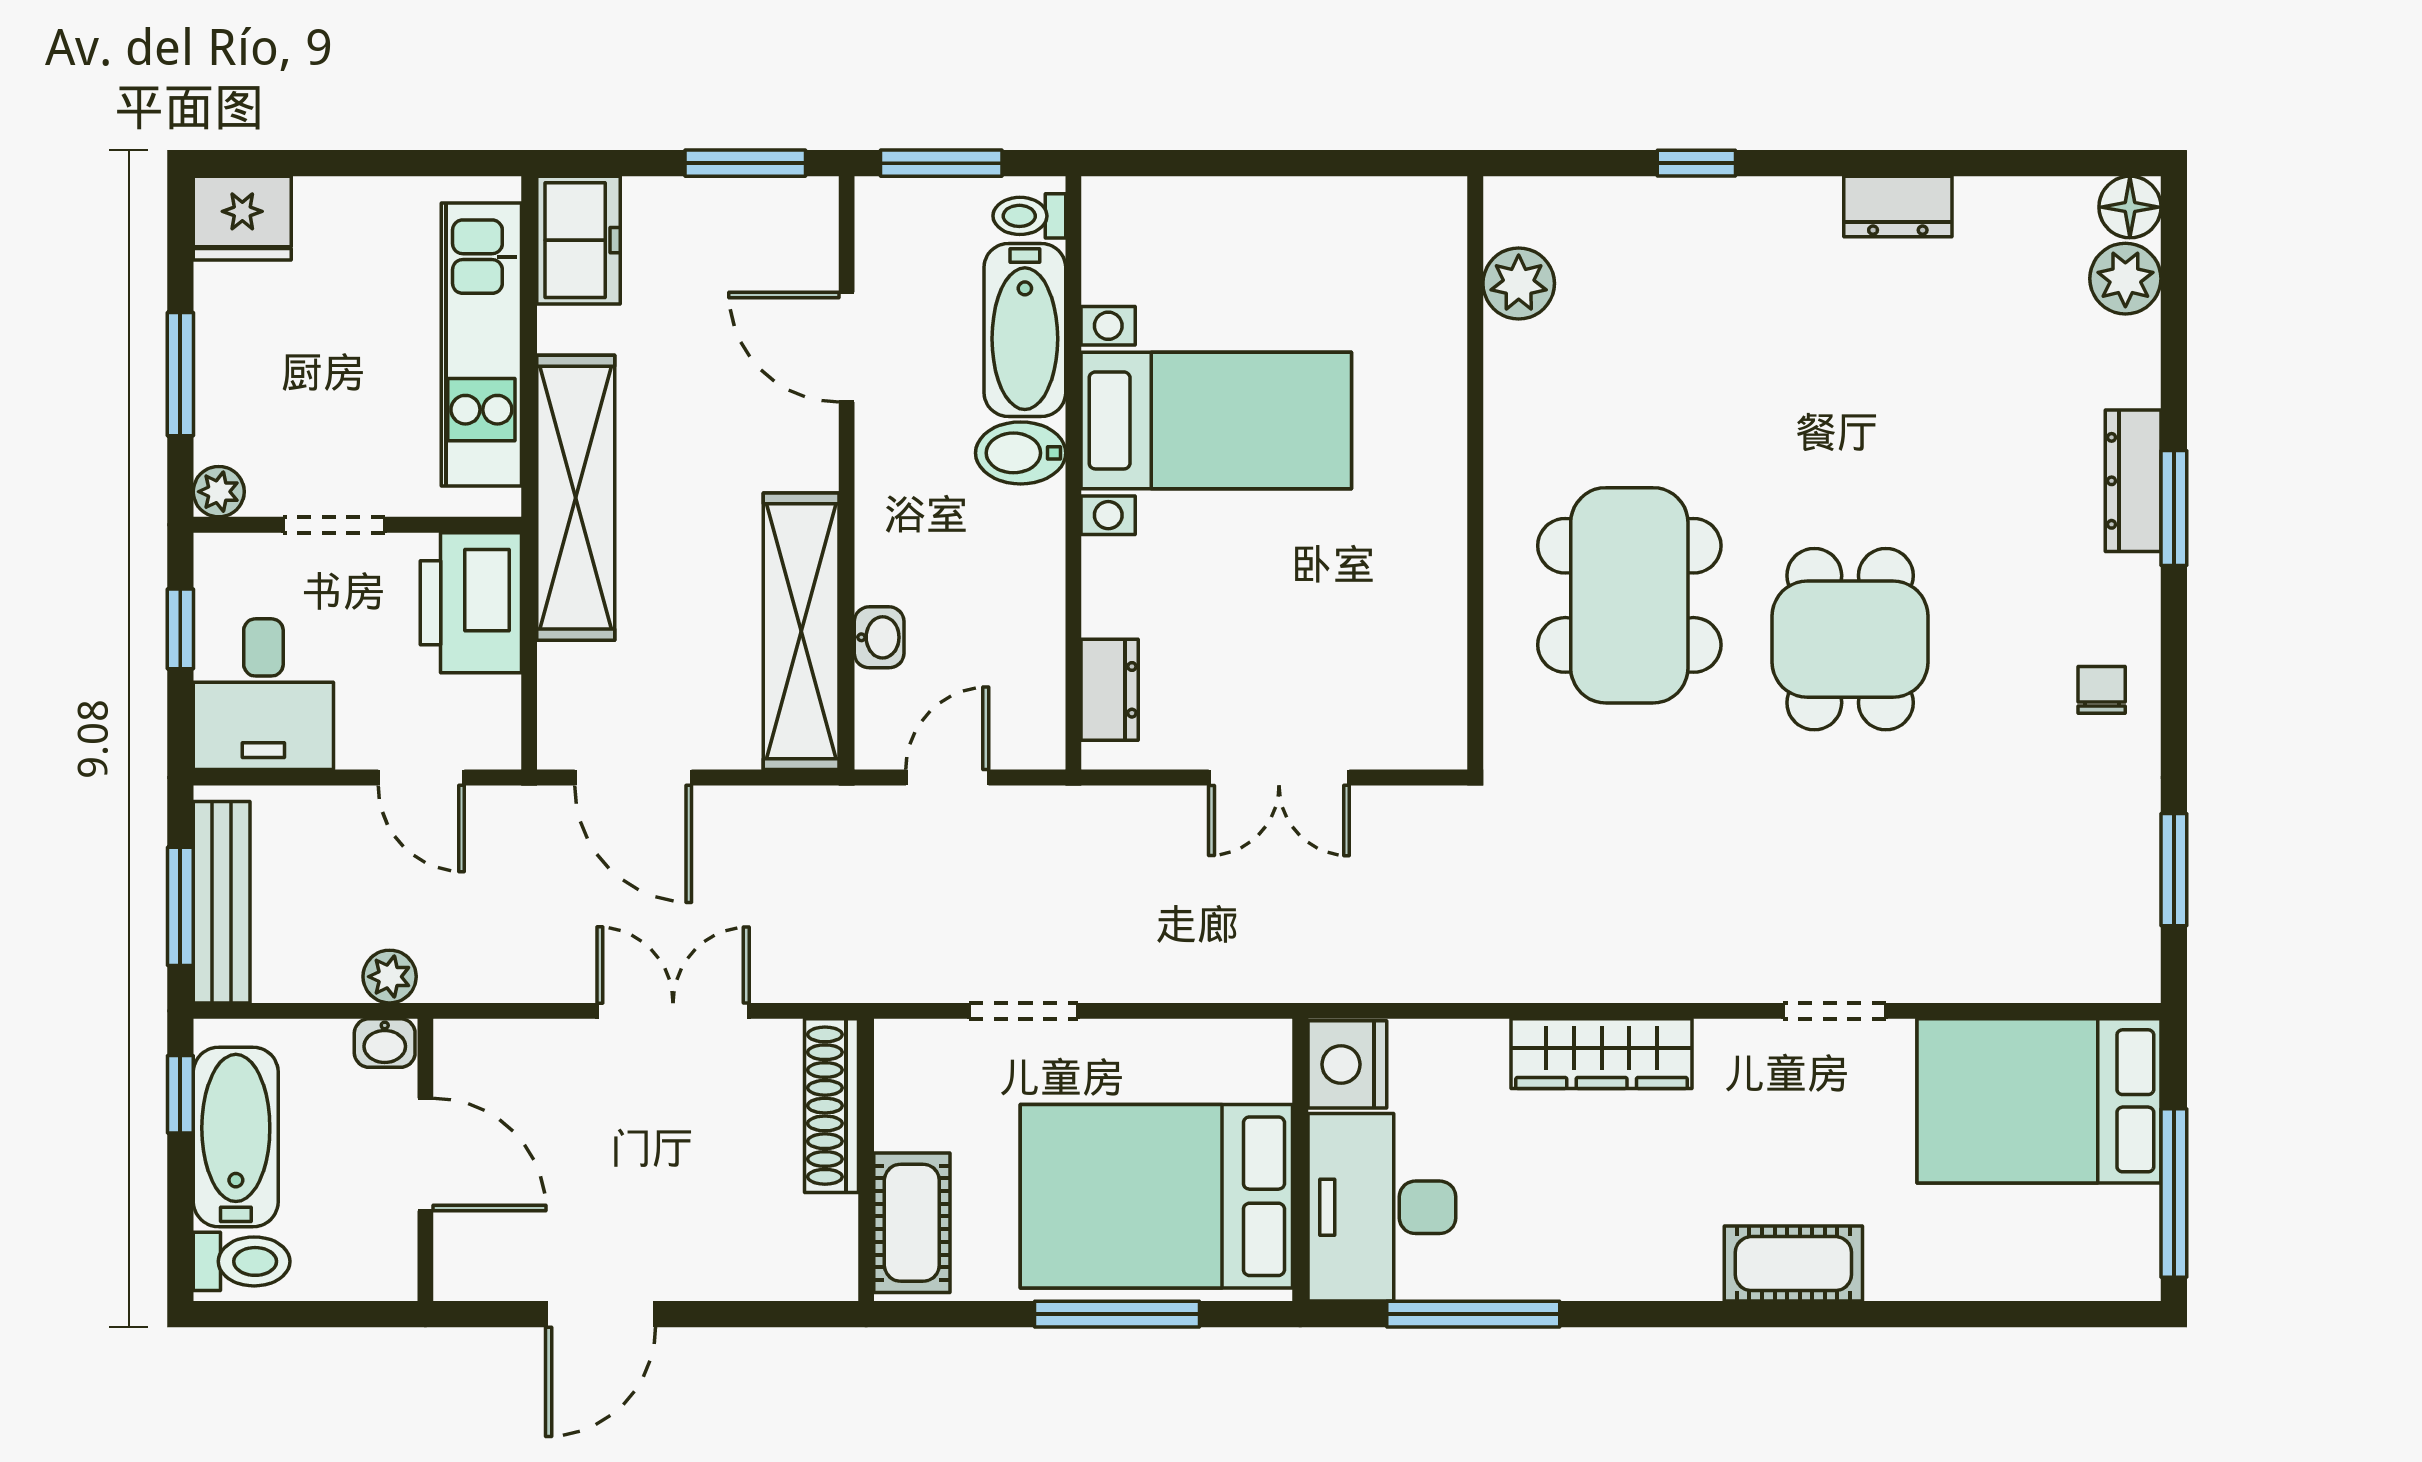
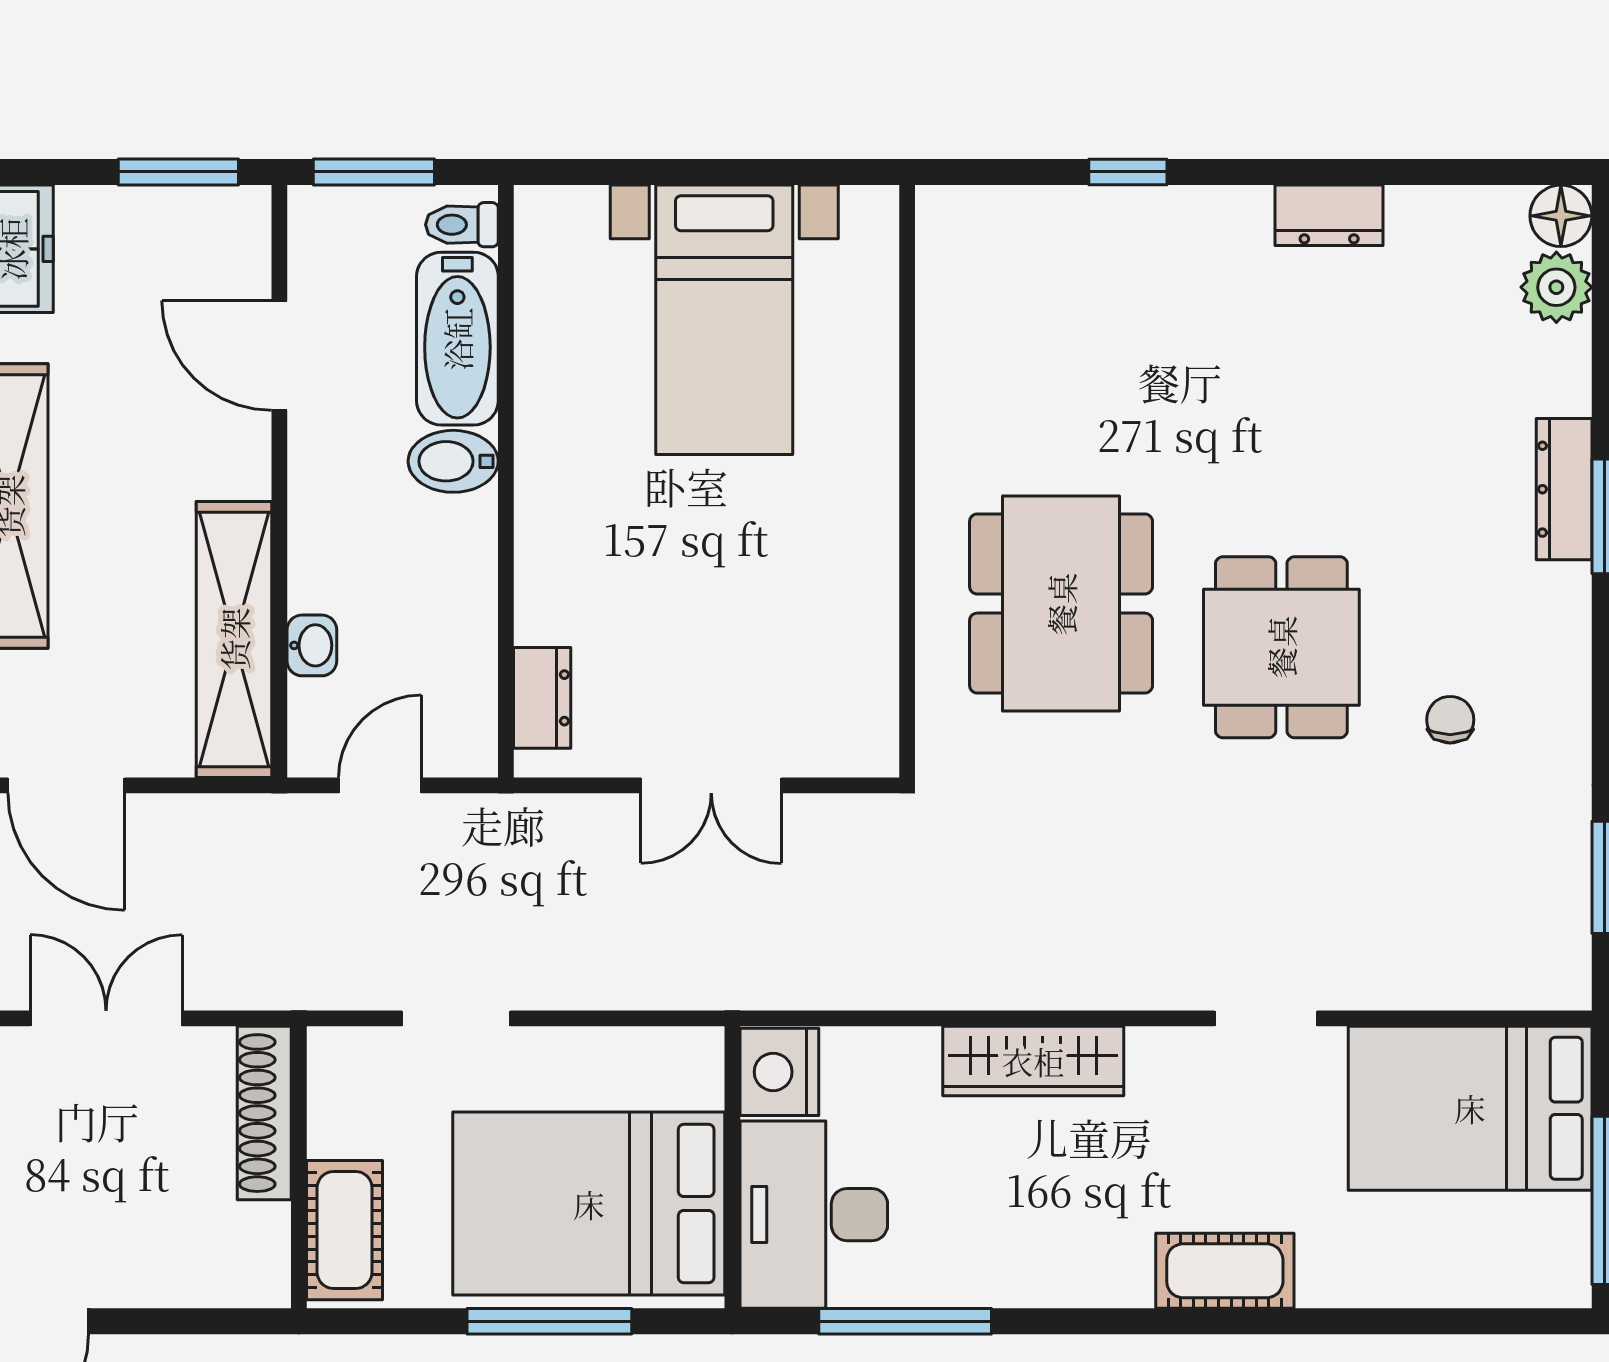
plant: (1519, 283) -> (950, 292), removed
bed with nightstands: (1216, 420) -> (724, 320), moved, turned 90
chair: (2102, 690) -> (1450, 720), moved

